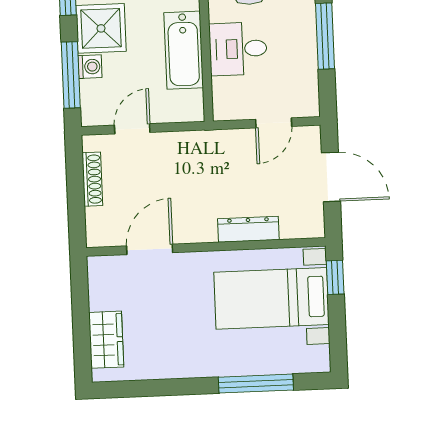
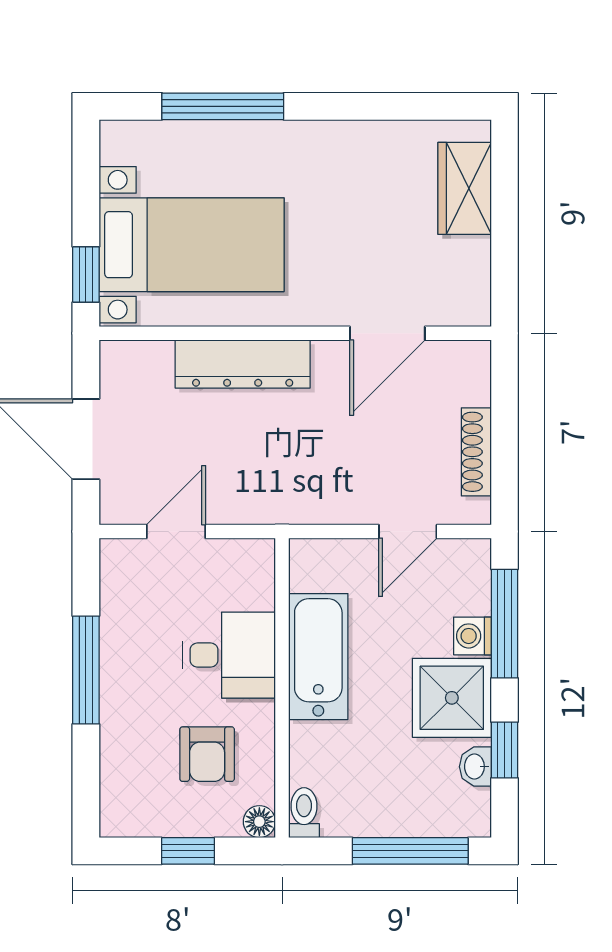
dresser: (248, 229) -> (243, 364), width x1.37, depth x1.24

